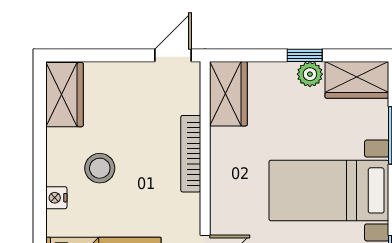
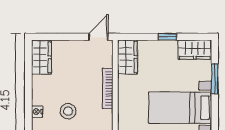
plant: (310, 74) -> (170, 47), removed
stool: (100, 168) -> (68, 111), moved

